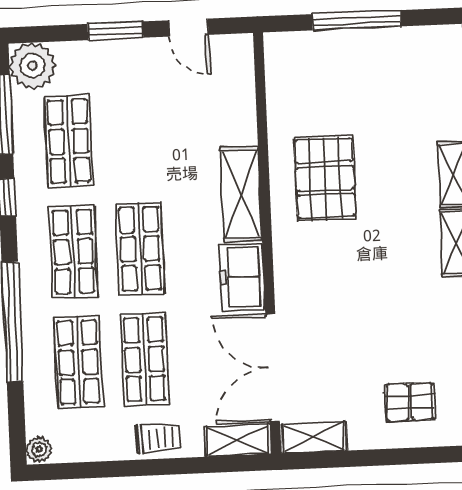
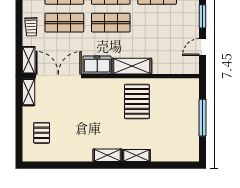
pallet: (325, 178) -> (137, 101), turned 90

